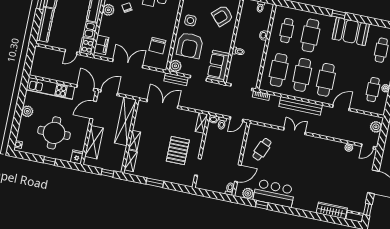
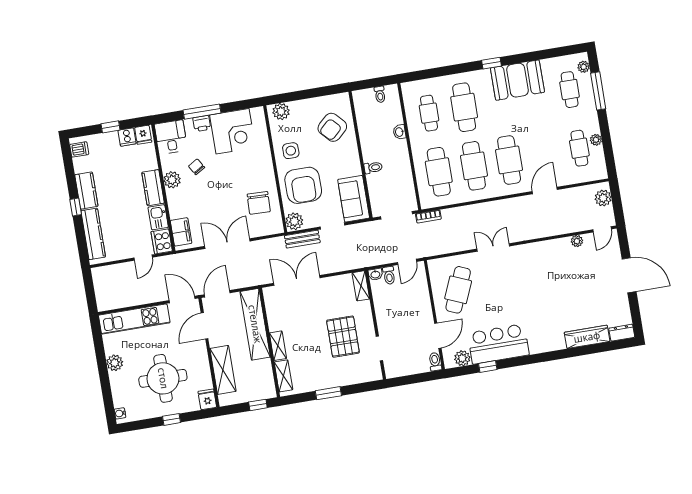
bench: (301, 106) -> (488, 209), removed
cafe table: (262, 149) -> (458, 290), width x1.37, depth x1.35
window: (368, 209) -> (636, 316), removed

